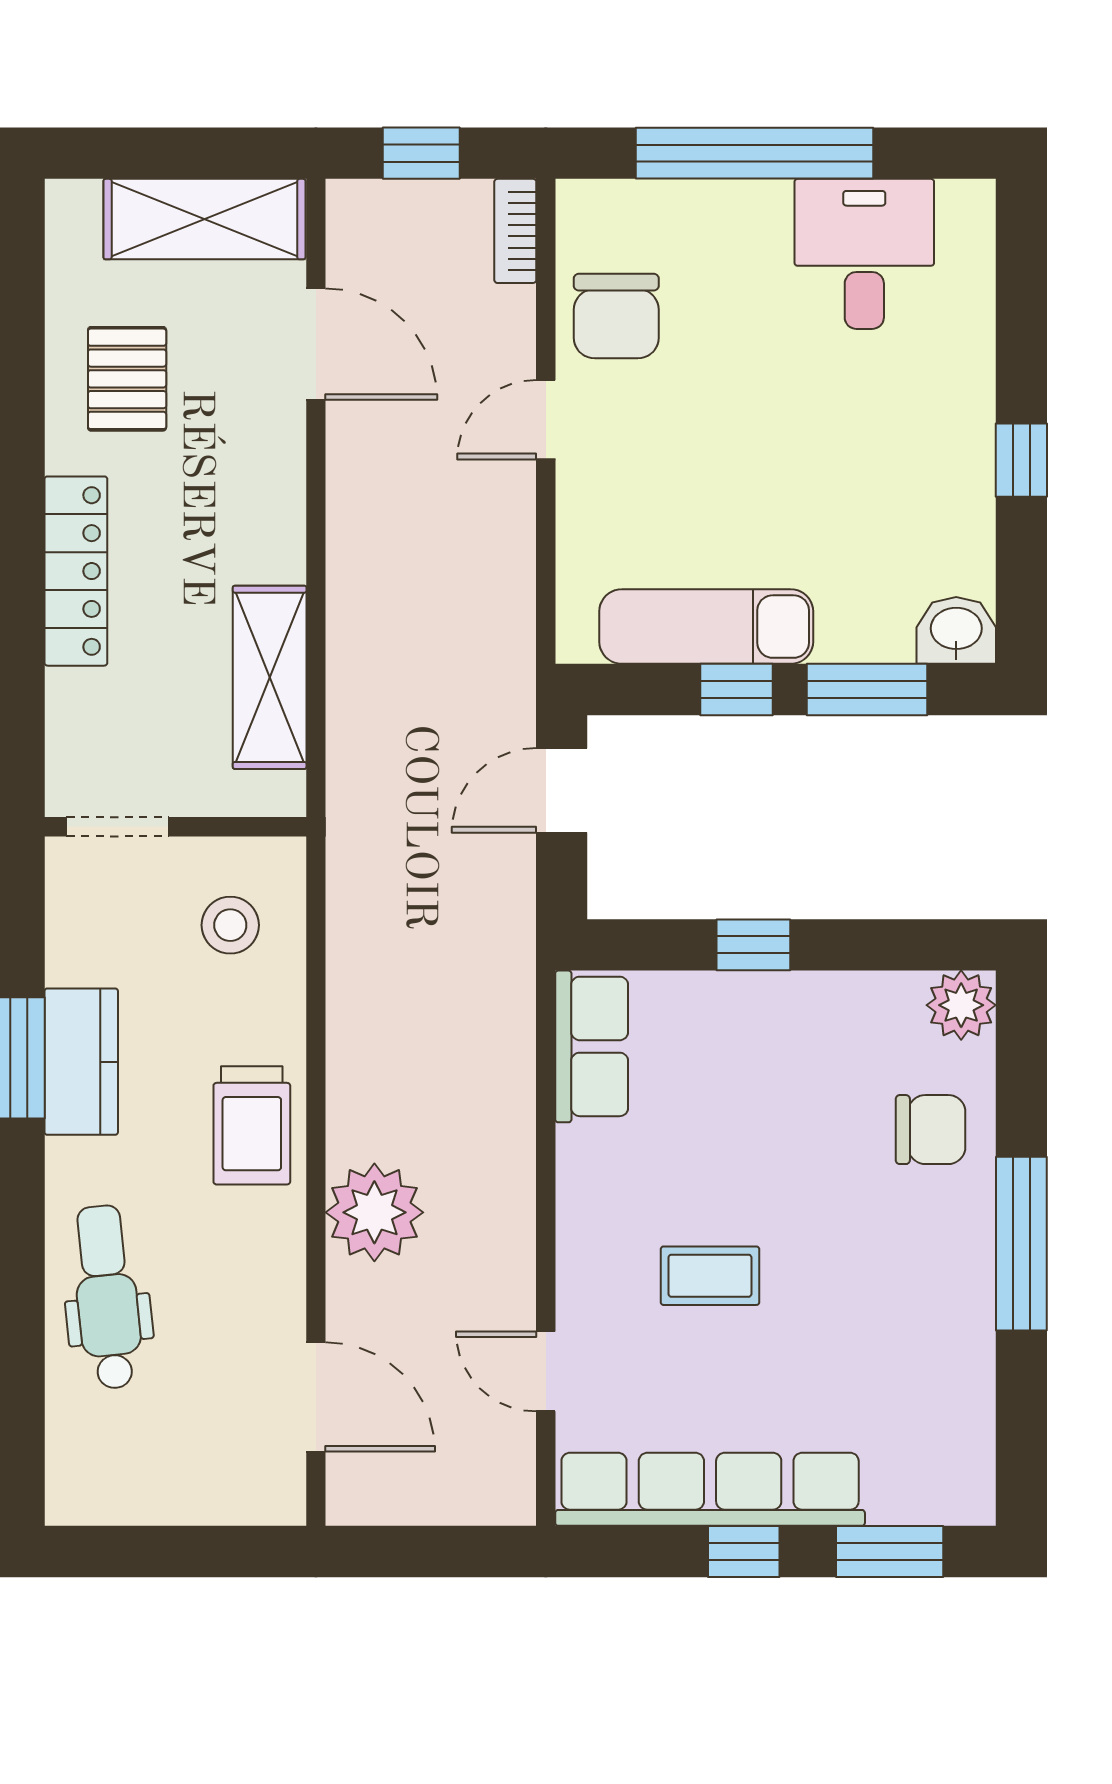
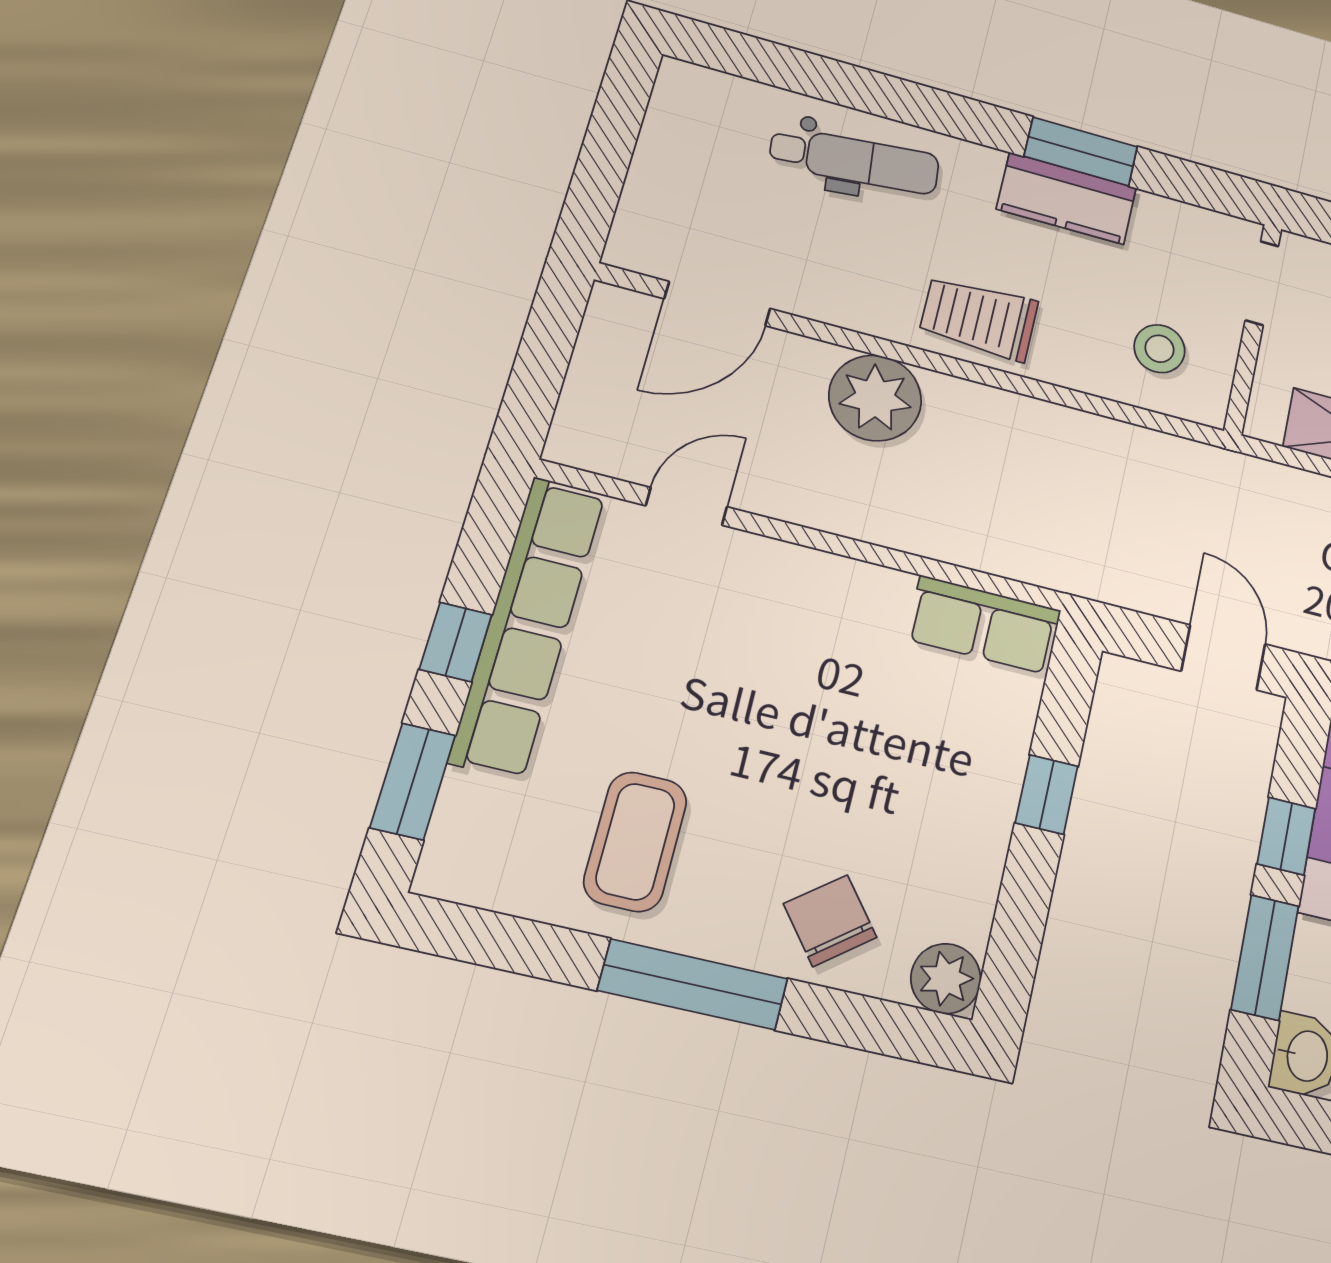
chair: (931, 1130) -> (830, 921), turned 142
coffee table: (710, 1276) -> (635, 842), moved, width x1.36, depth x1.30

